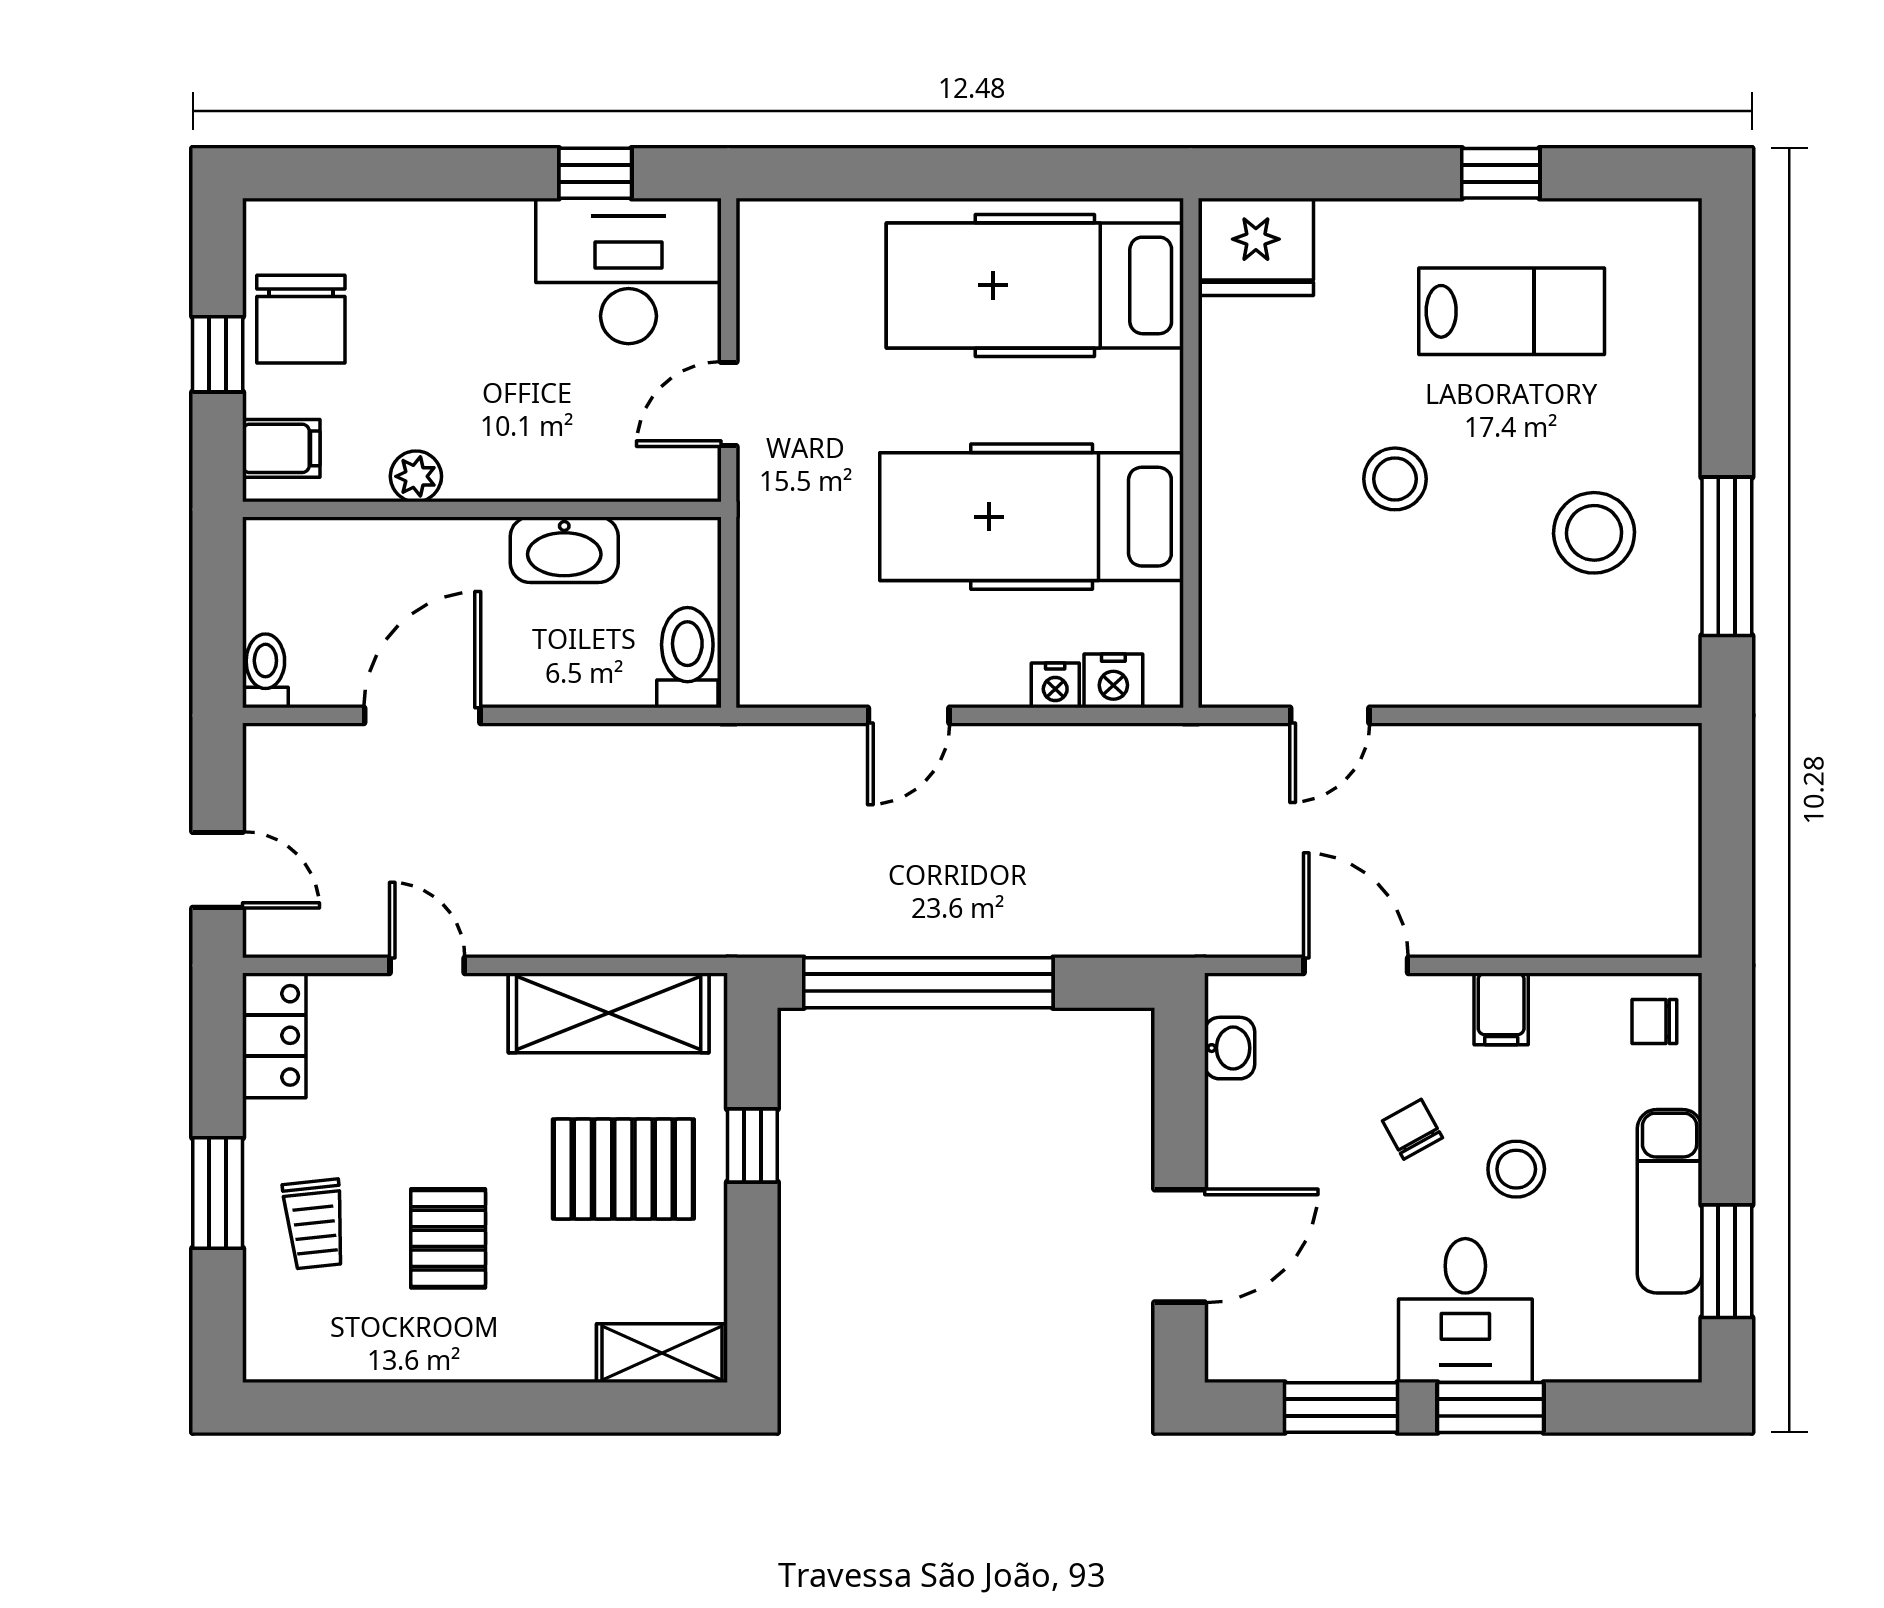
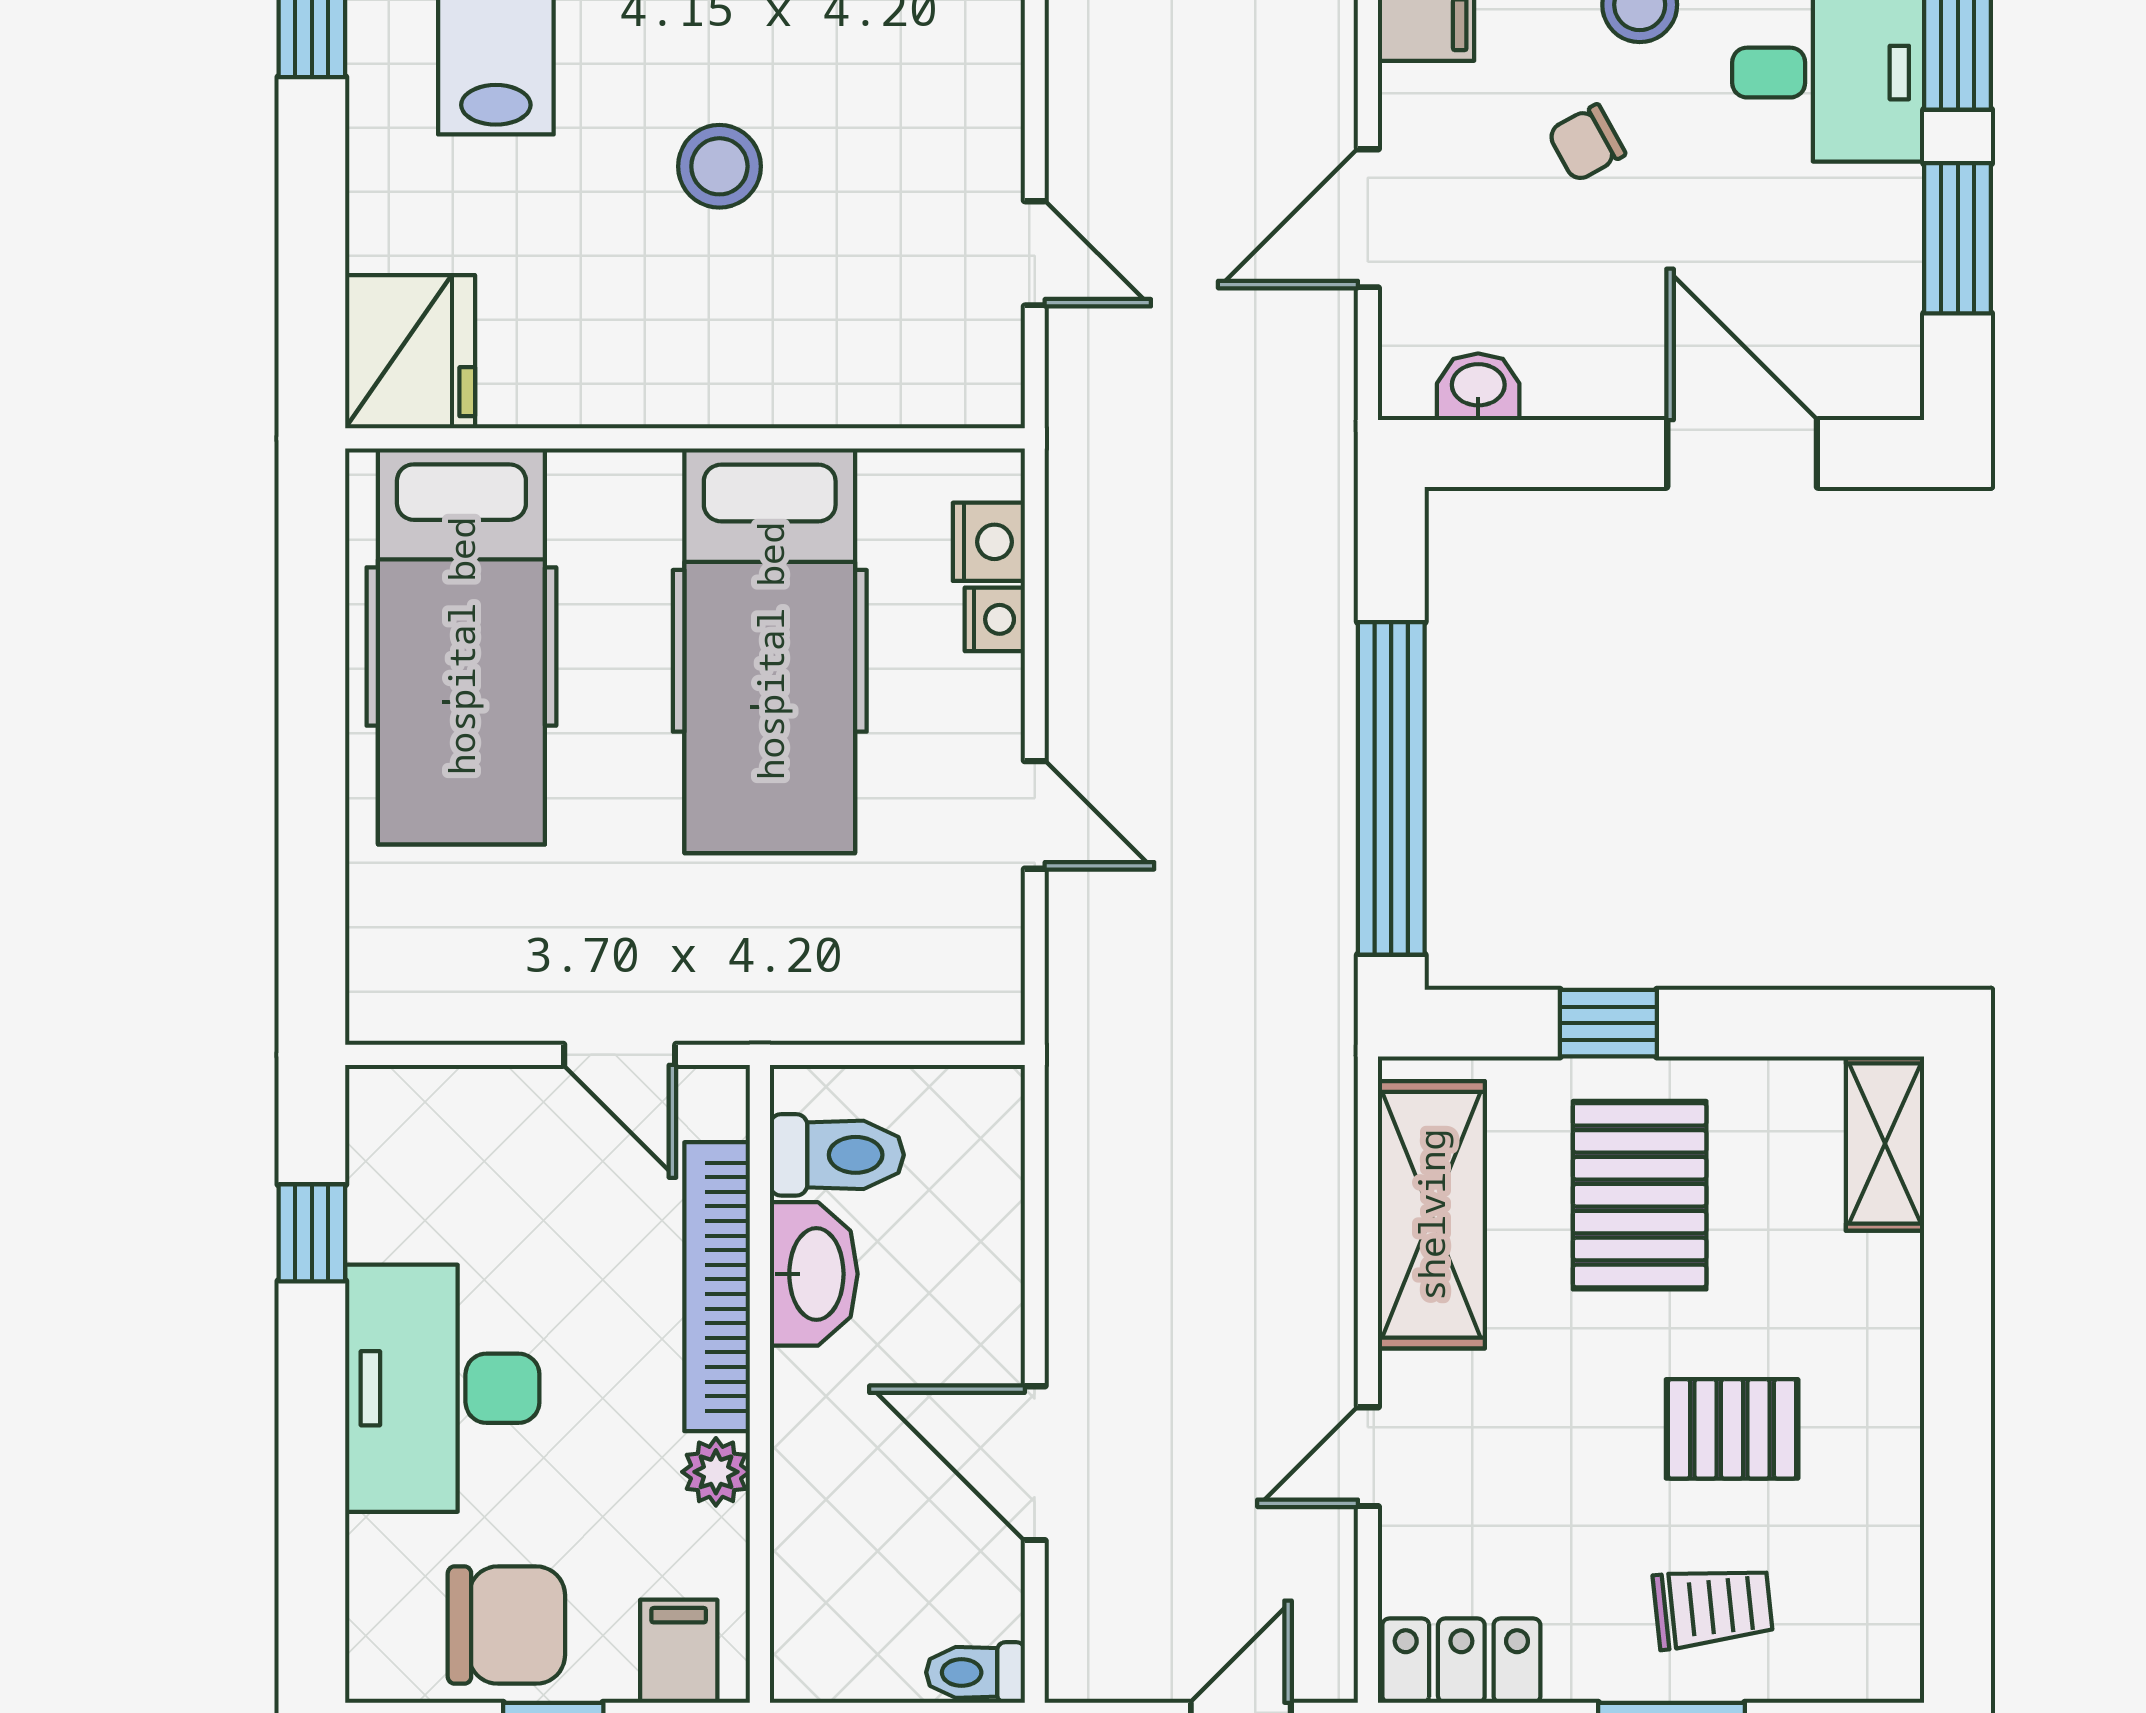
desk: (628, 271) -> (442, 1388), moved
bookcase: (555, 477) -> (717, 1287), added
toilet: (687, 658) -> (837, 1155), moved, turned 180

